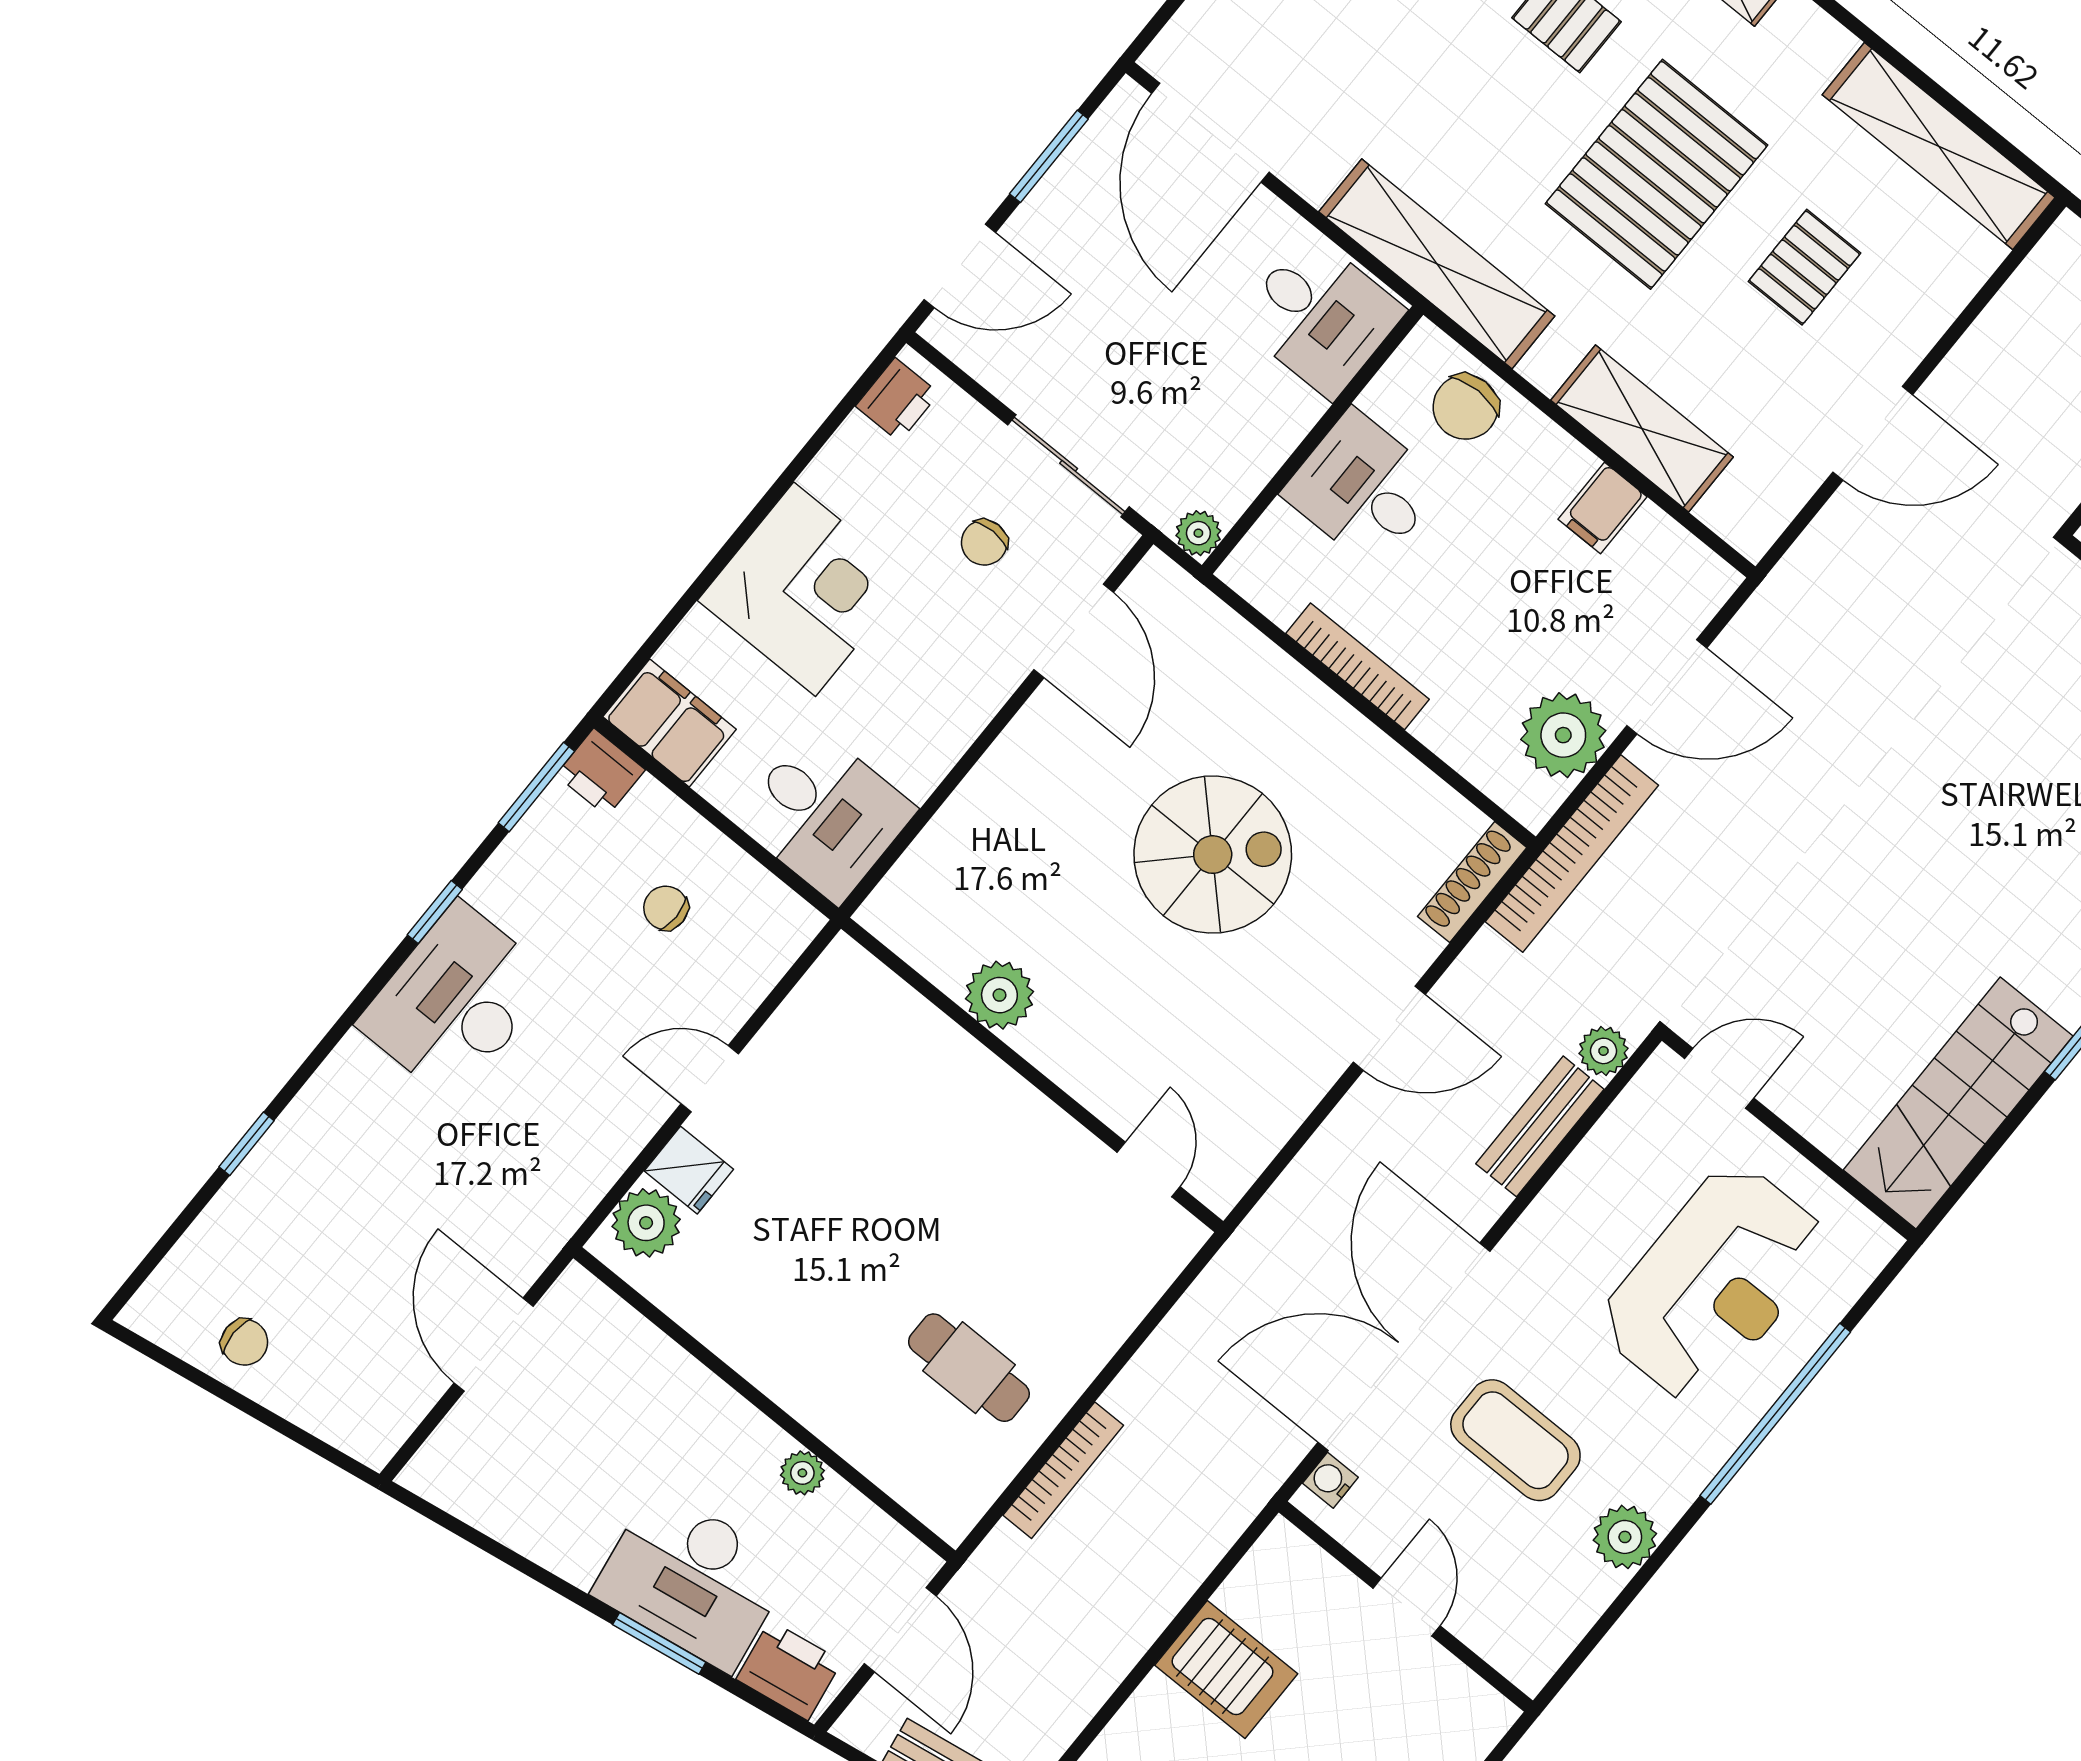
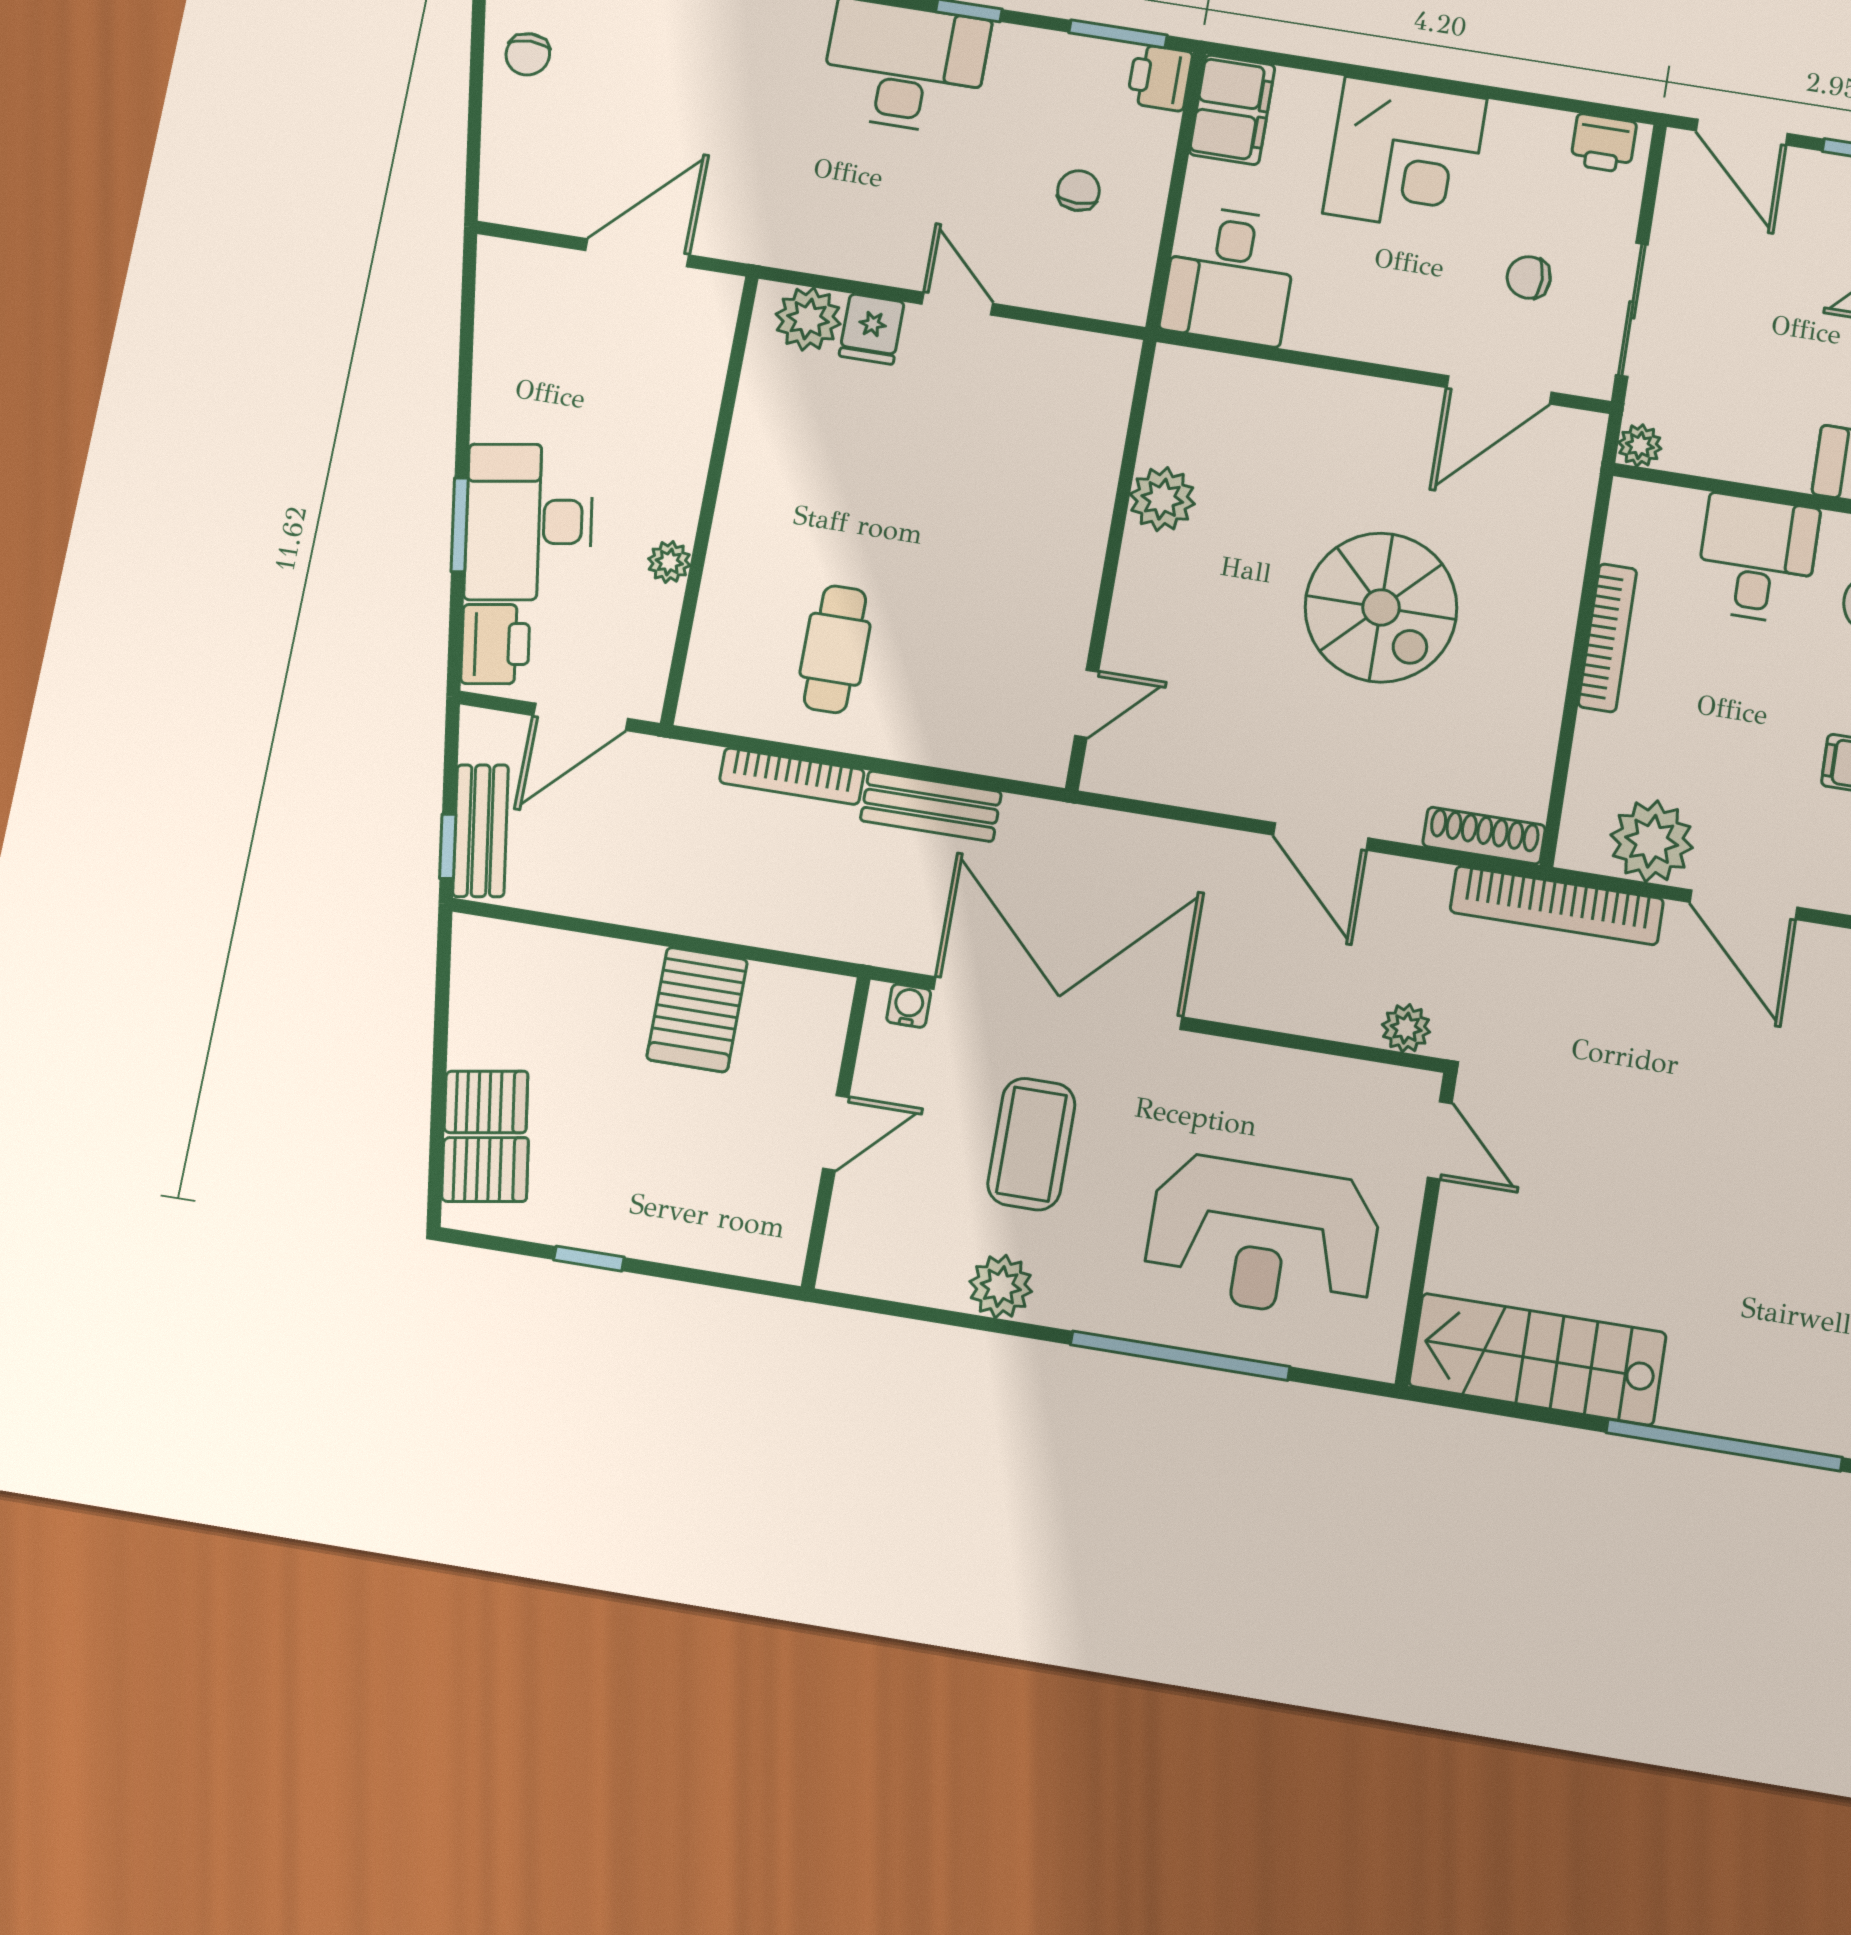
bench: (1540, 1126) -> (931, 806), moved

